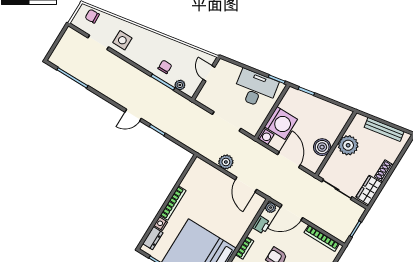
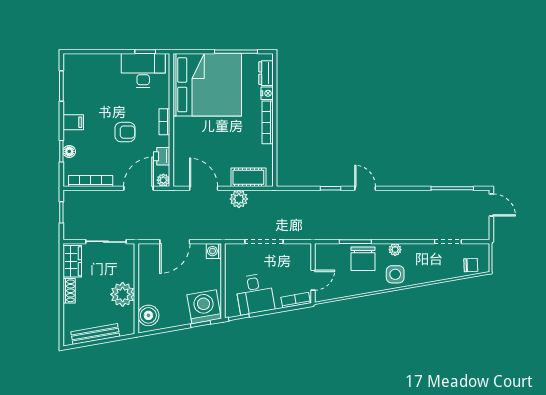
side table: (122, 40) -> (395, 274), moved
door: (52, 49) -> (491, 205), added
chair: (165, 67) -> (363, 259), width x1.87, depth x1.87
bookcase: (230, 67) -> (296, 300), added
door: (209, 73) -> (313, 280), hinge flipped
plant: (180, 85) -> (395, 250), moved
desk: (256, 89) -> (255, 294), width x0.73
door: (133, 115) -> (365, 188), hinge flipped
washing machine: (281, 123) -> (204, 307), moved, turned 80
boiler: (322, 147) -> (148, 315), moved
door: (289, 160) -> (175, 242), hinge flipped
cot: (210, 173) -> (248, 177), added

